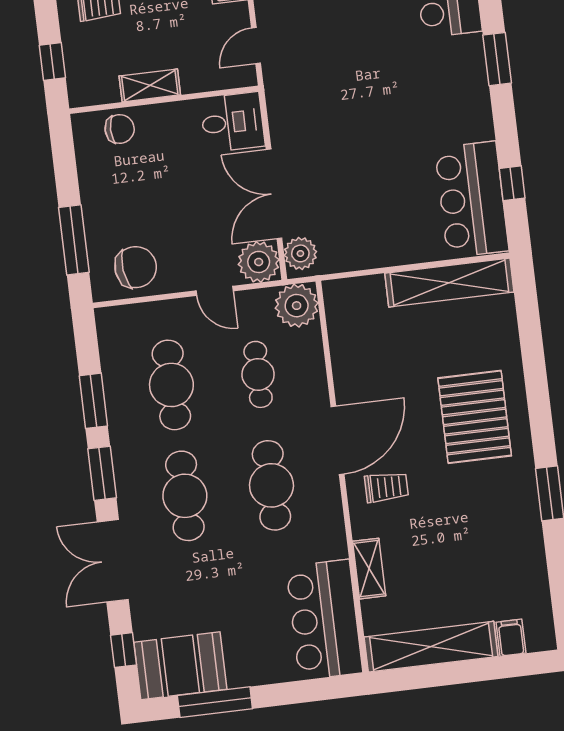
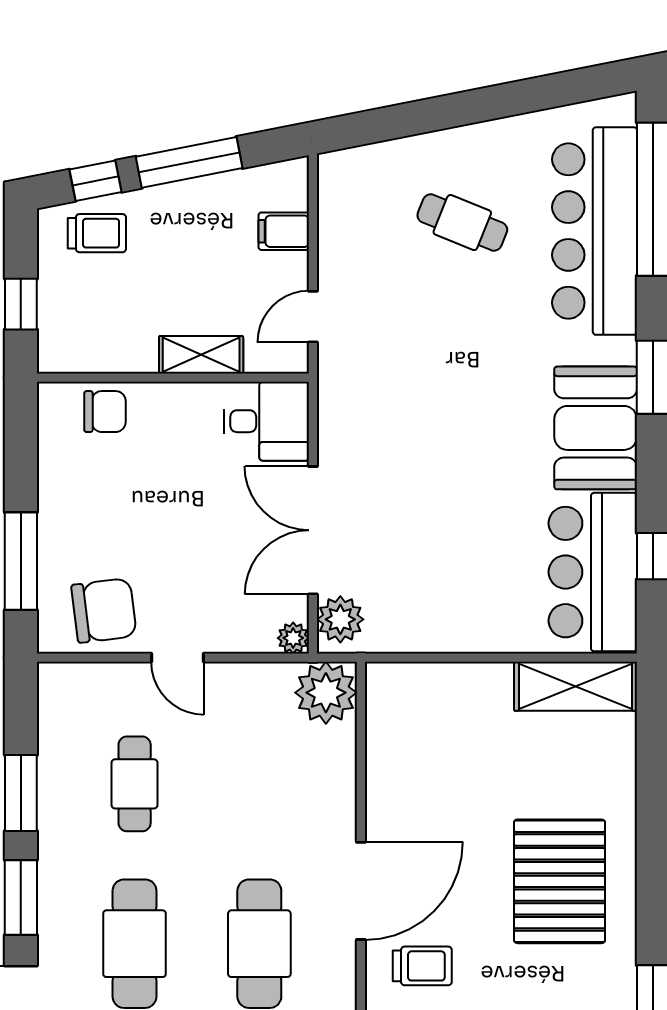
shelving: (150, 85) -> (201, 355), moved
booth: (462, 99) -> (596, 428), added
plant: (259, 262) -> (293, 638), width x0.53, depth x0.53
shelving: (449, 283) -> (575, 686), width x0.68
door: (215, 291) -> (177, 658), moved
cafe table: (258, 374) -> (259, 784), removed
cafe table: (171, 385) -> (135, 784), width x0.73, depth x0.74

